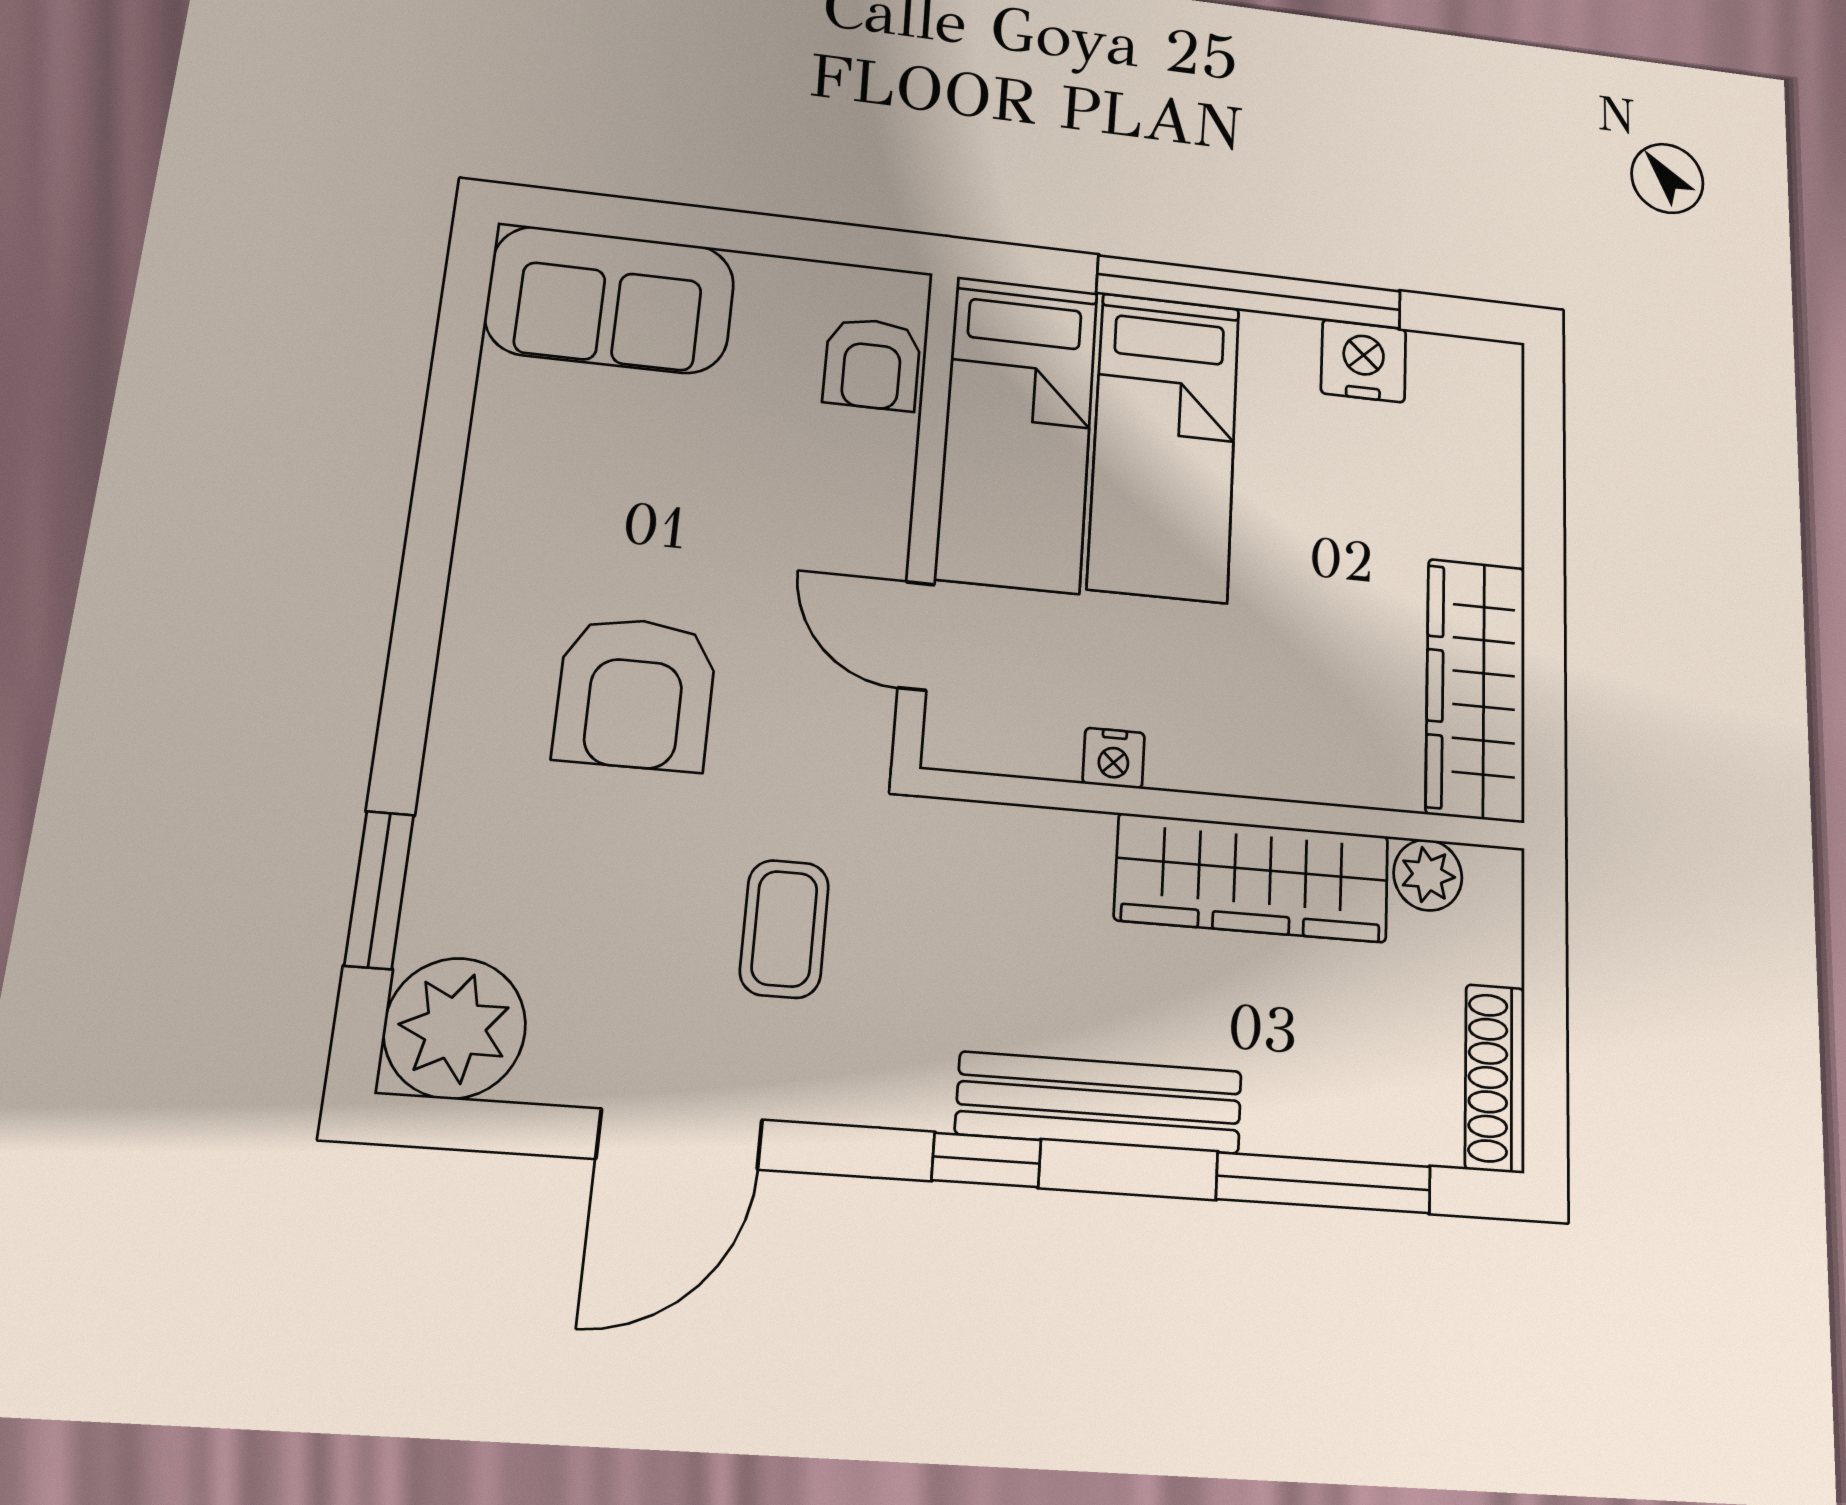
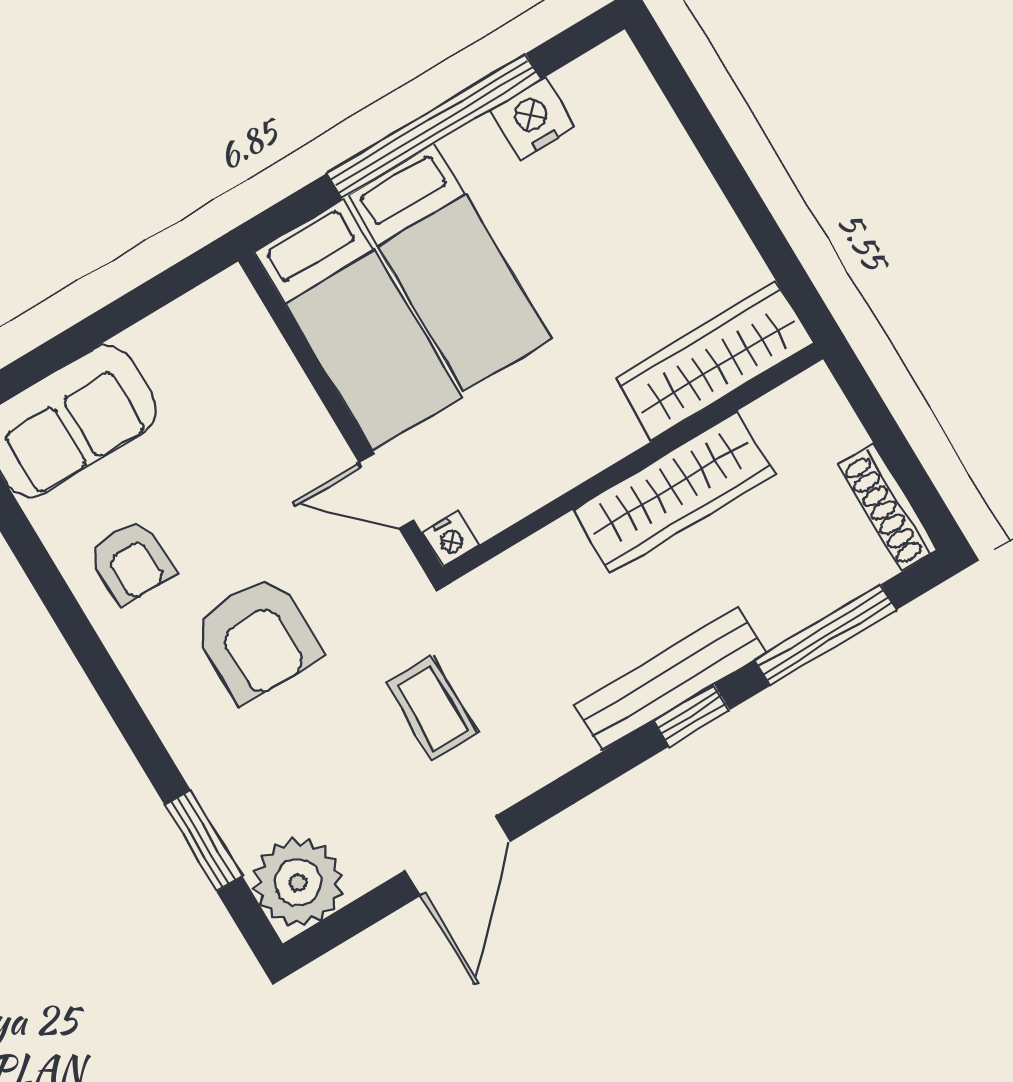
armchair: (872, 364) -> (132, 562), moved
wardrobe: (1476, 689) -> (714, 361), moved, turned 90
nightstand: (1114, 758) -> (450, 539), moved
plant: (1428, 875) -> (775, 417), removed
window: (986, 1160) -> (692, 716), moved

